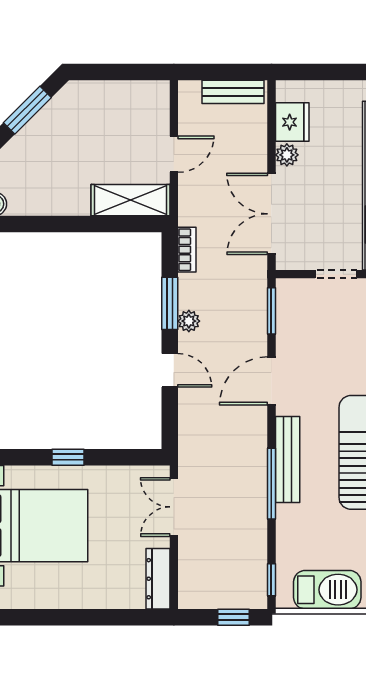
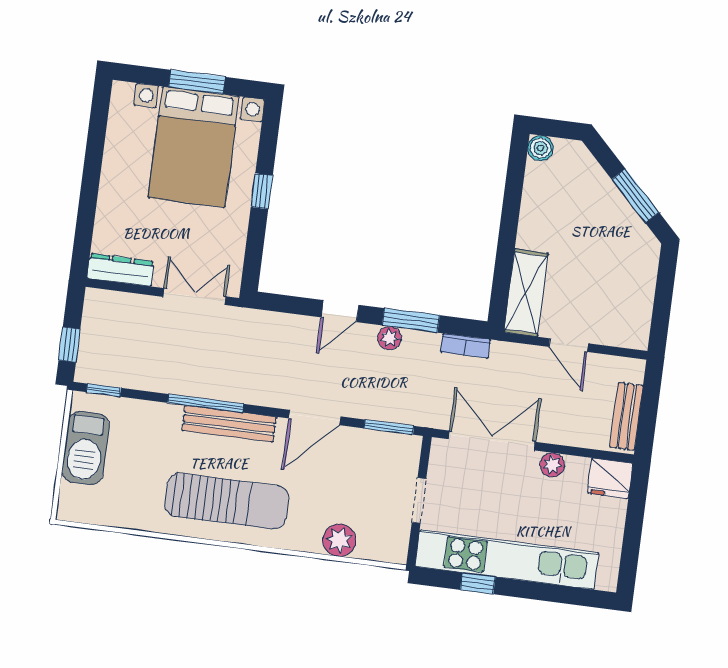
fridge: (292, 122) -> (610, 478), moved
door: (271, 381) -> (315, 417), swing flipped

